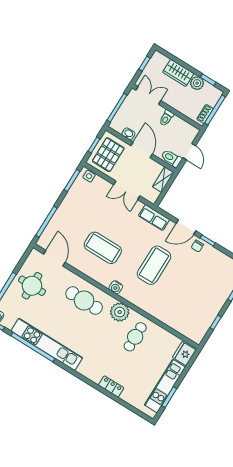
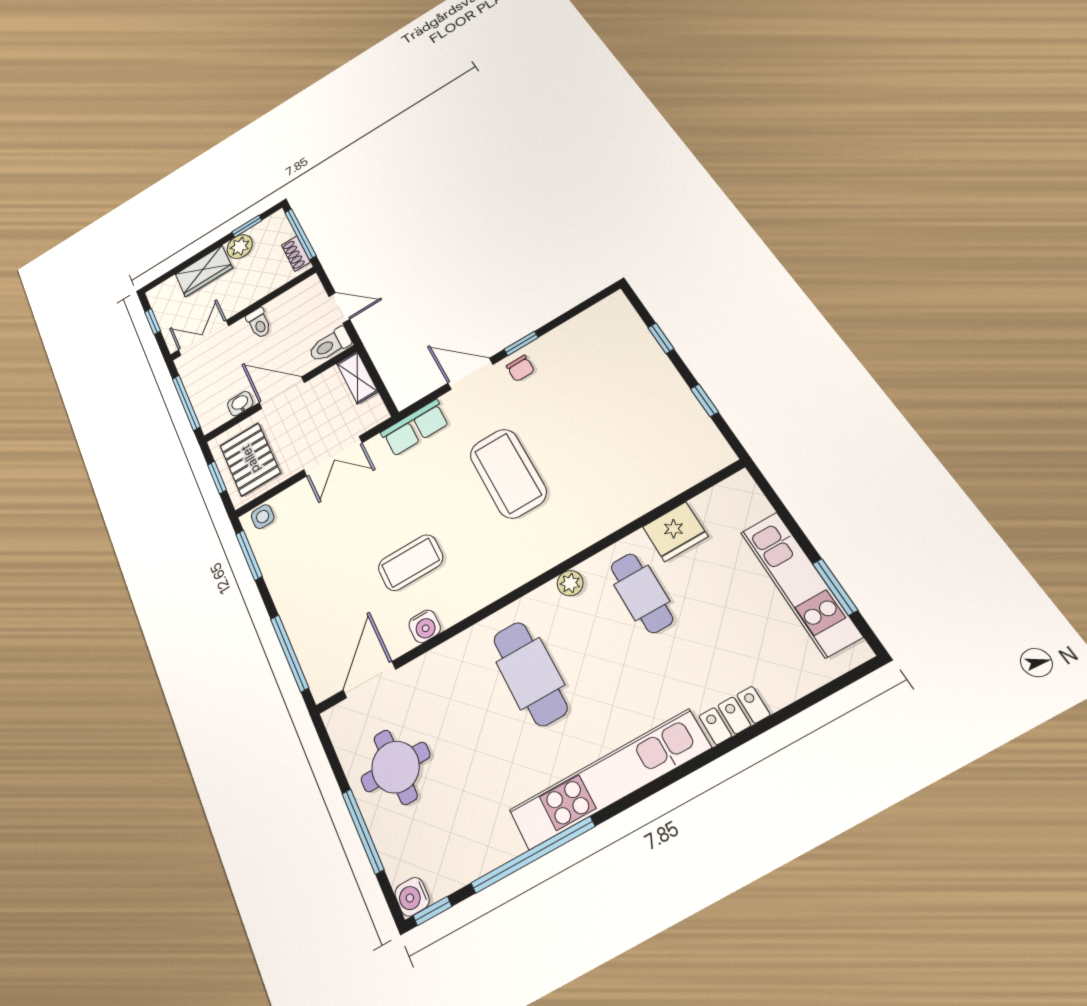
door: (186, 227) -> (470, 374), swing flipped
coffee table: (103, 248) -> (411, 563), width x0.73, depth x0.76
door: (54, 258) -> (369, 680), hinge flipped
water cooler: (116, 287) -> (425, 626), moved
cafe table: (84, 301) -> (530, 673), moved, turned 90
plant: (120, 312) -> (570, 583), width x0.53, depth x0.53
kitchen unit: (47, 344) -> (609, 779), moved
fridge: (184, 354) -> (675, 532), moved, turned -90

